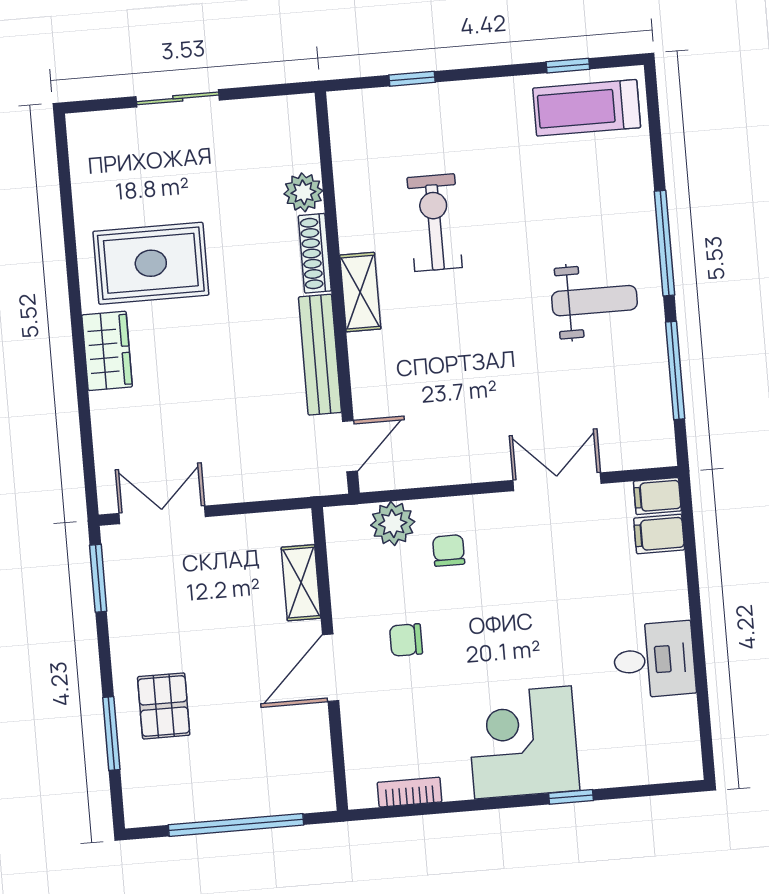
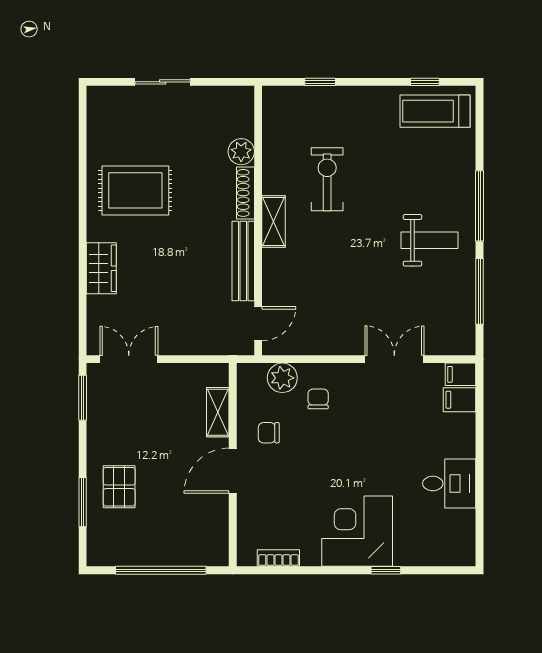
wardrobe: (107, 351) -> (101, 268), moved
chair: (406, 640) -> (269, 433), moved

